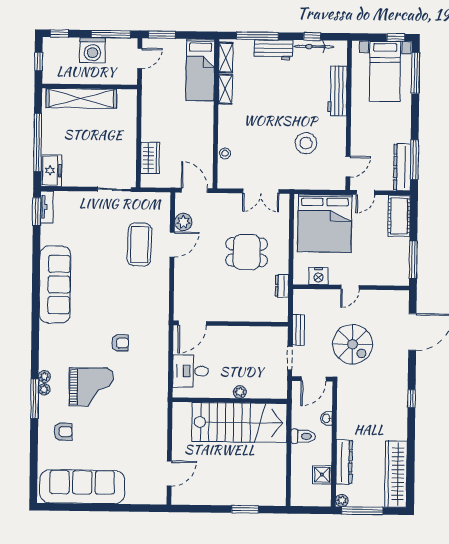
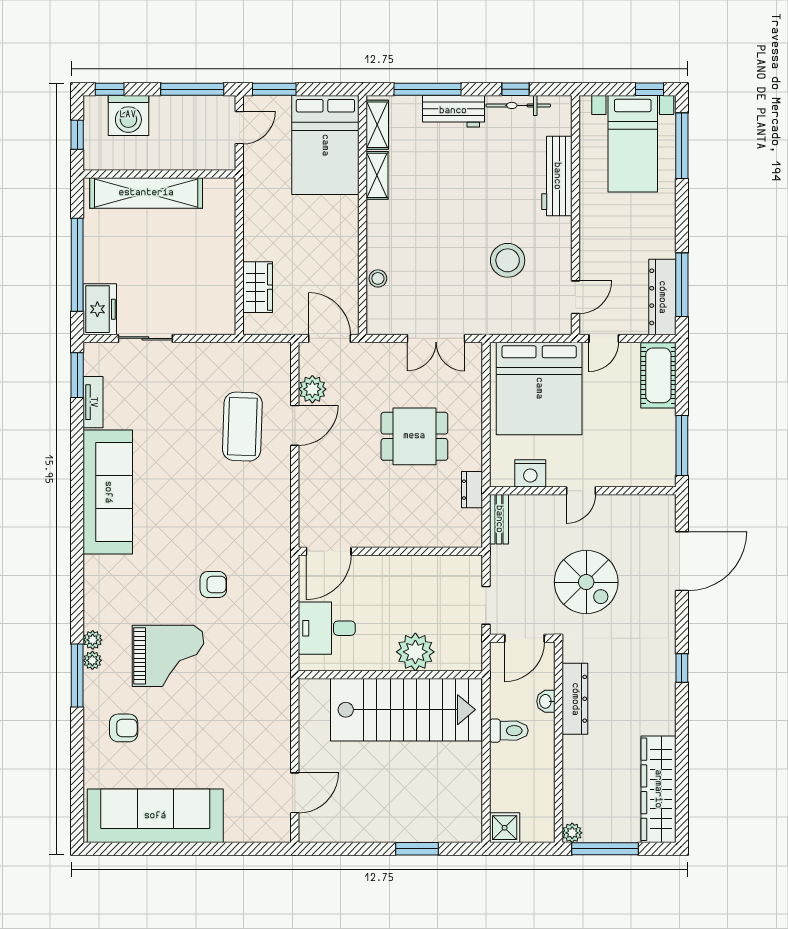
washing machine: (92, 50) -> (128, 115), moved
bed: (200, 70) -> (325, 145), width x1.50
sliding door: (114, 189) -> (145, 338), moved
tv unit: (47, 207) -> (93, 402), moved
bench: (298, 330) -> (499, 519), moved
plant: (240, 392) -> (415, 652), width x1.88, depth x1.88
dresser: (344, 462) -> (575, 699), moved
shower: (322, 475) -> (505, 828), moved

